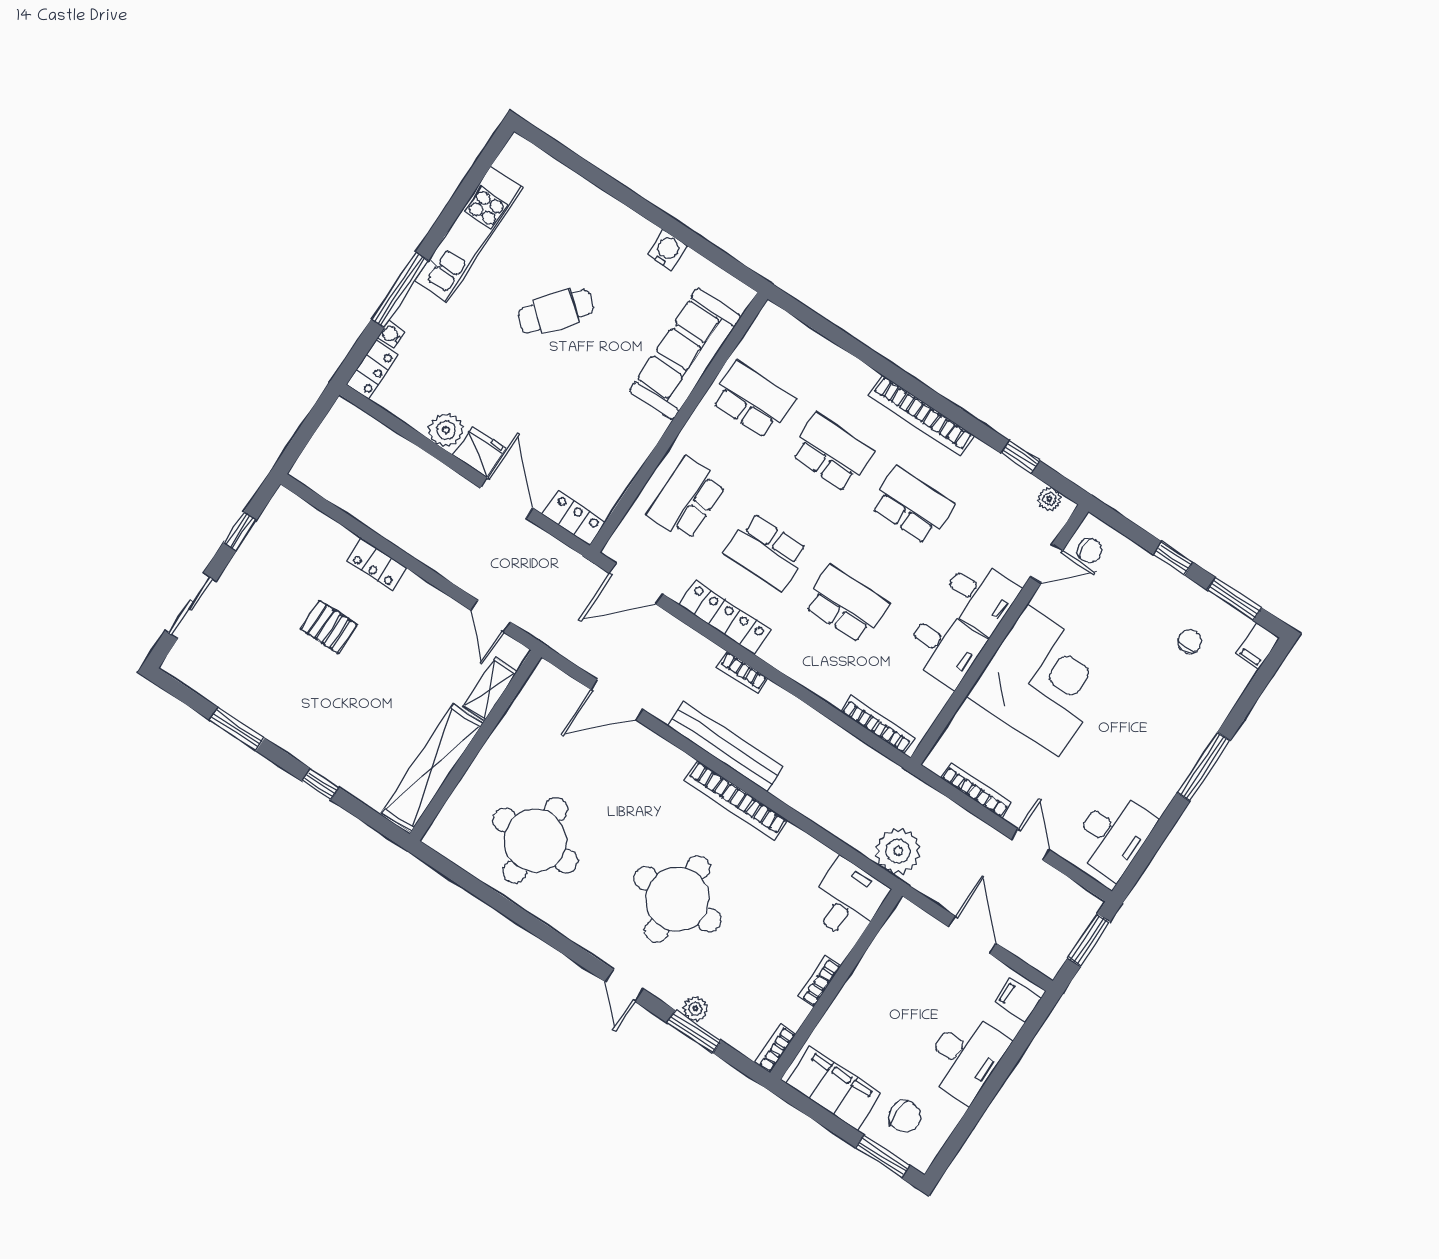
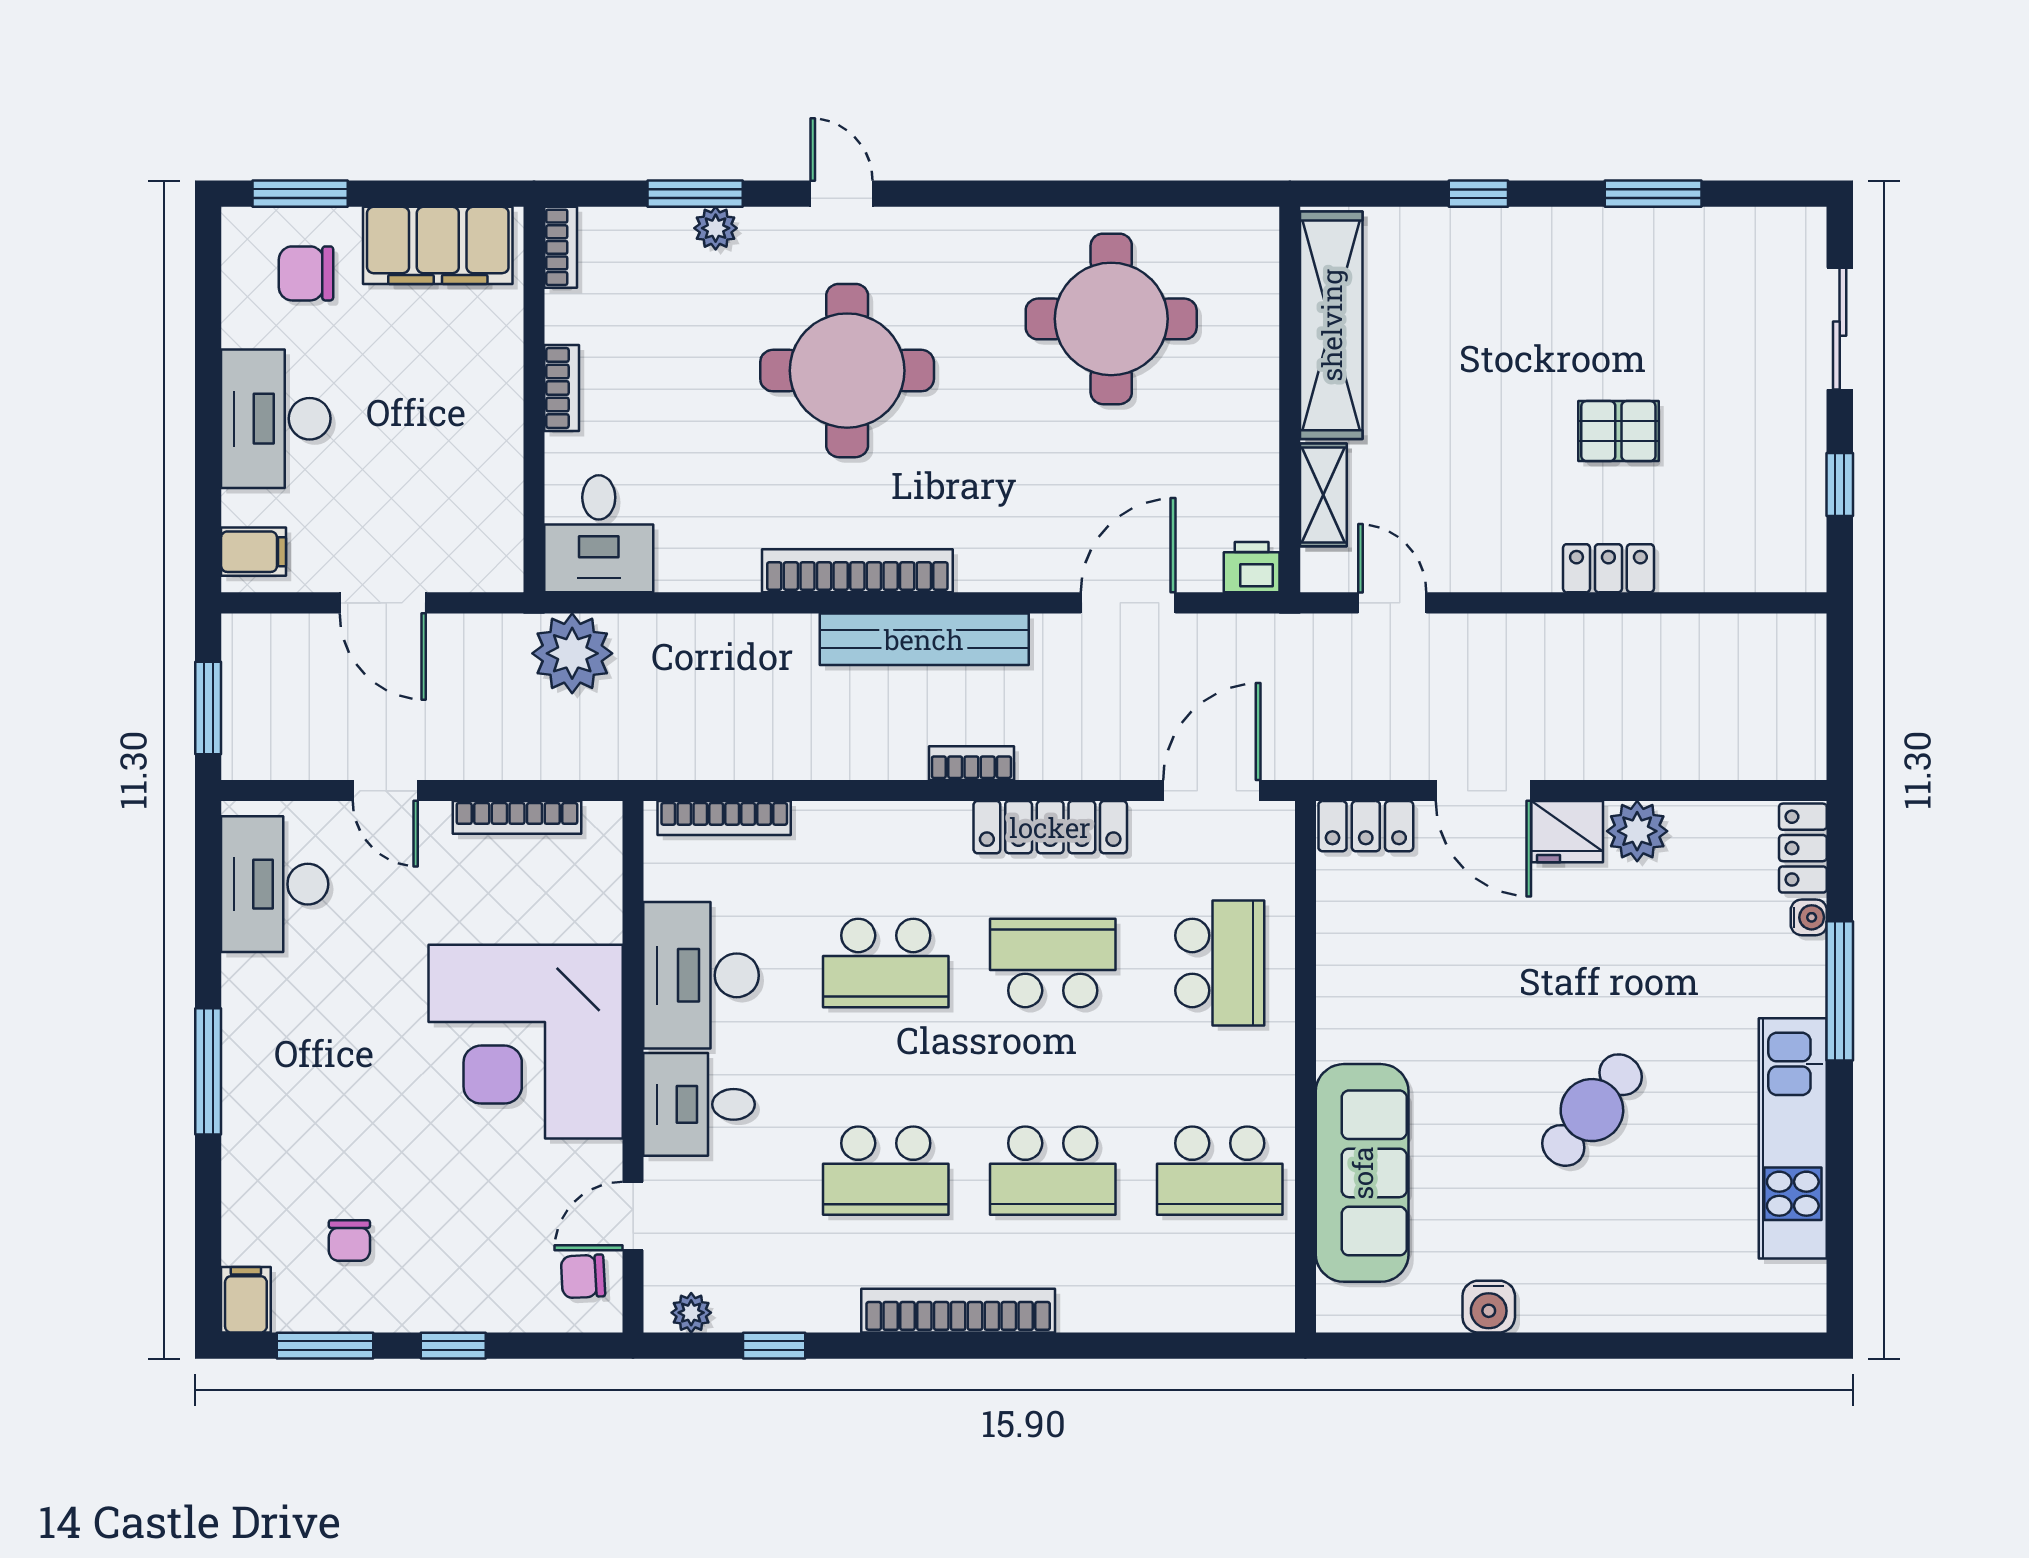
desk: (944, 647) -> (701, 975), width x1.37
printer: (547, 678) -> (1252, 567), added

